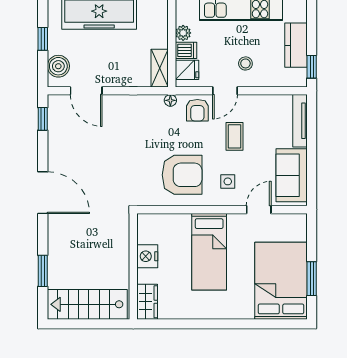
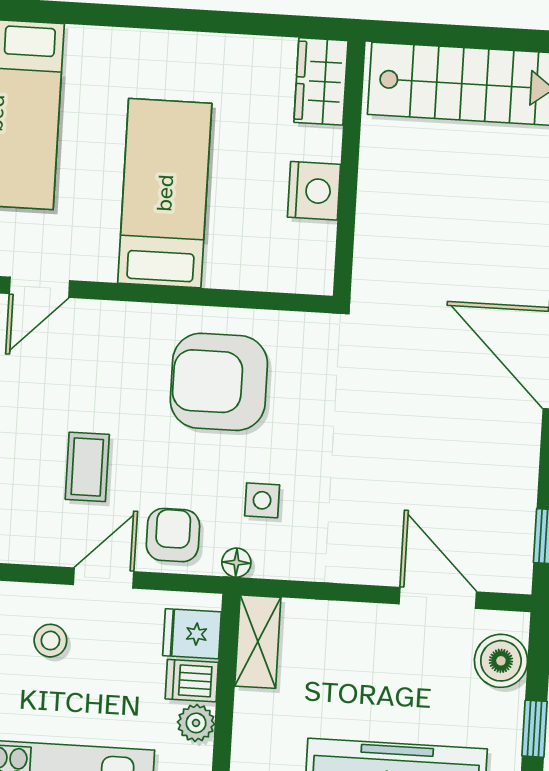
side table: (228, 181) -> (262, 500), moved

